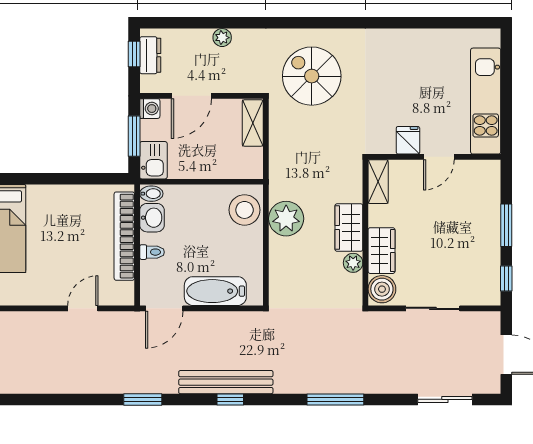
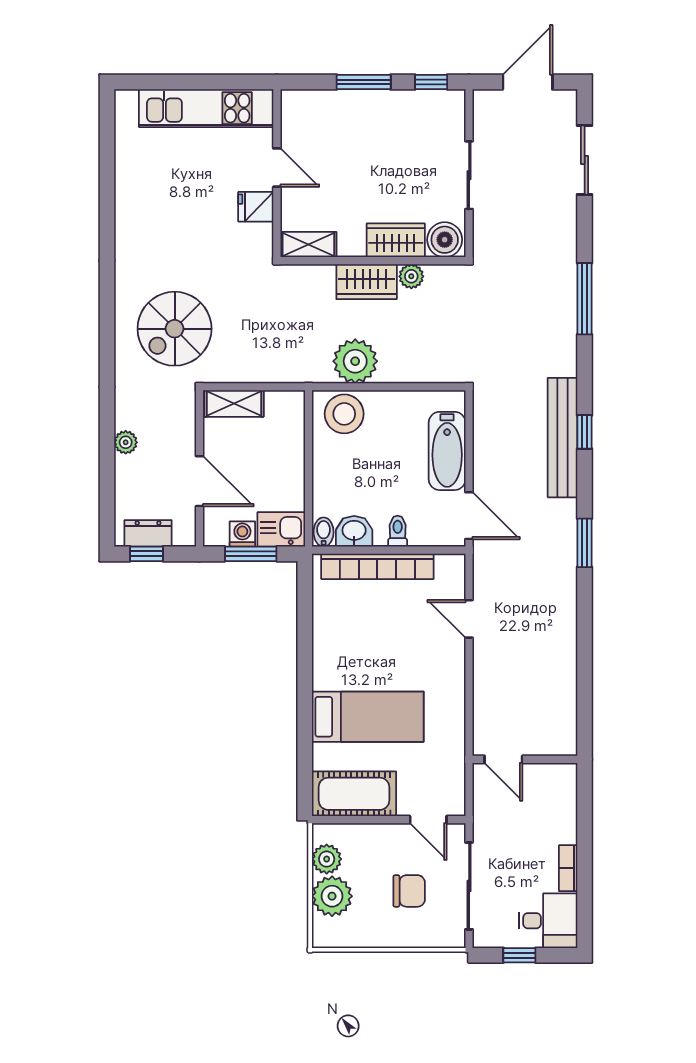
washing machine: (150, 109) -> (242, 534), moved

